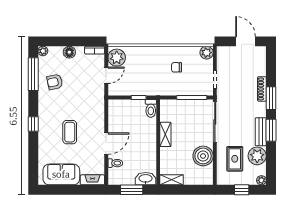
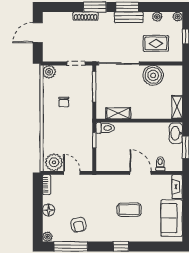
shelving: (165, 134) -> (118, 113), moved
plant: (257, 156) -> (157, 17), width x0.53, depth x0.53

